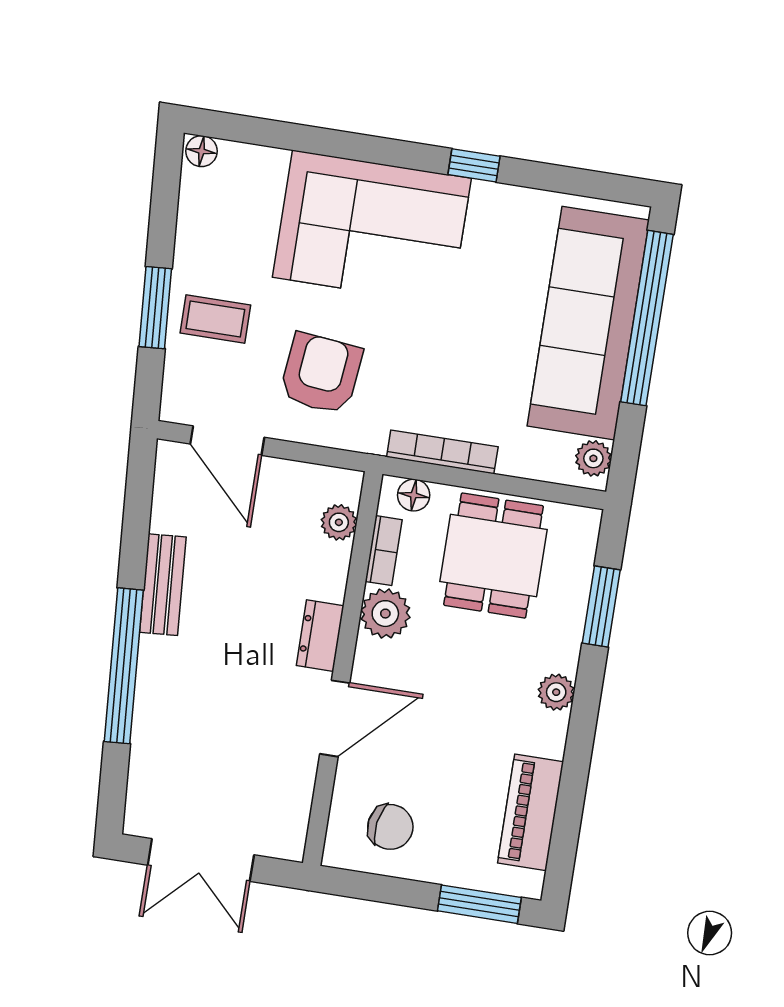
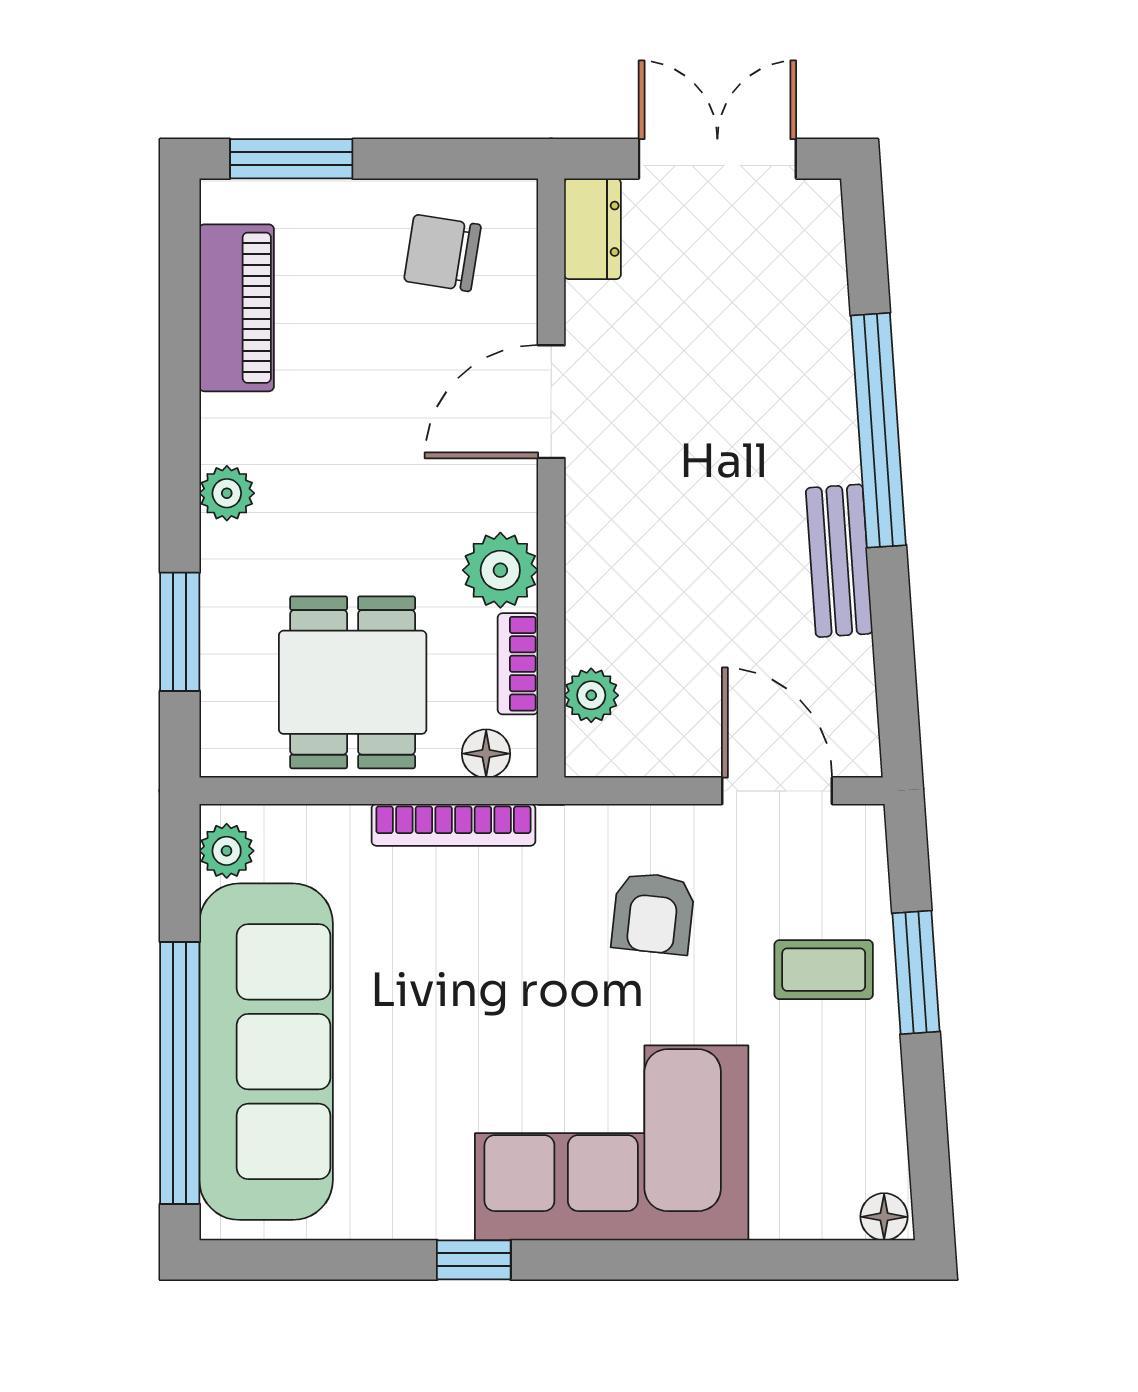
armchair: (321, 374) -> (653, 913), width x0.72, depth x0.72
dresser: (320, 636) -> (593, 229), moved

